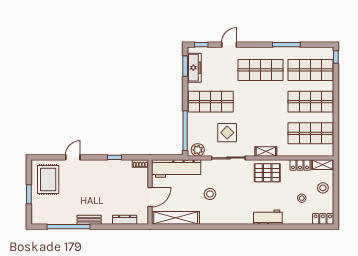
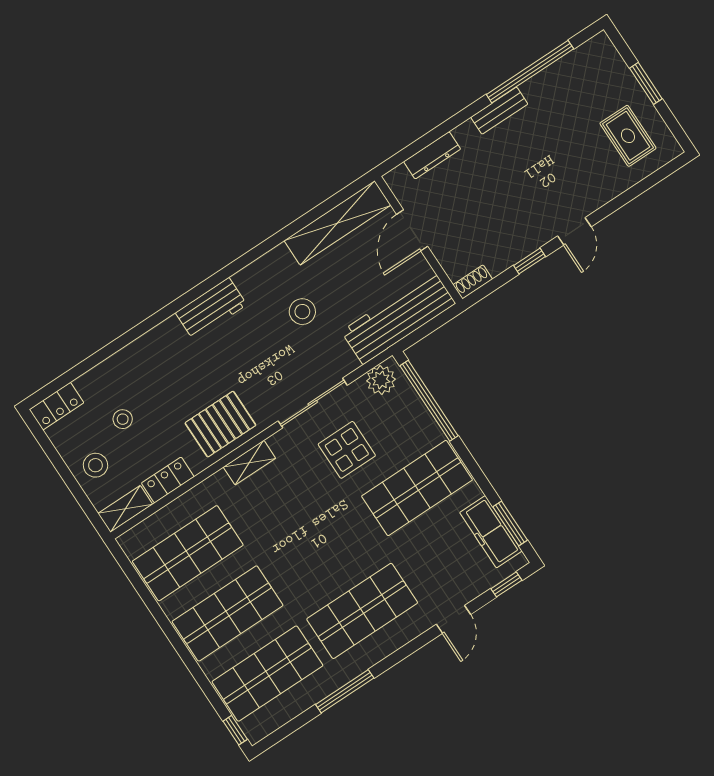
door: (73, 157) -> (574, 231), moved
rug: (48, 179) -> (628, 136), width x0.73, depth x0.70
workbench: (268, 217) -> (211, 309), moved

